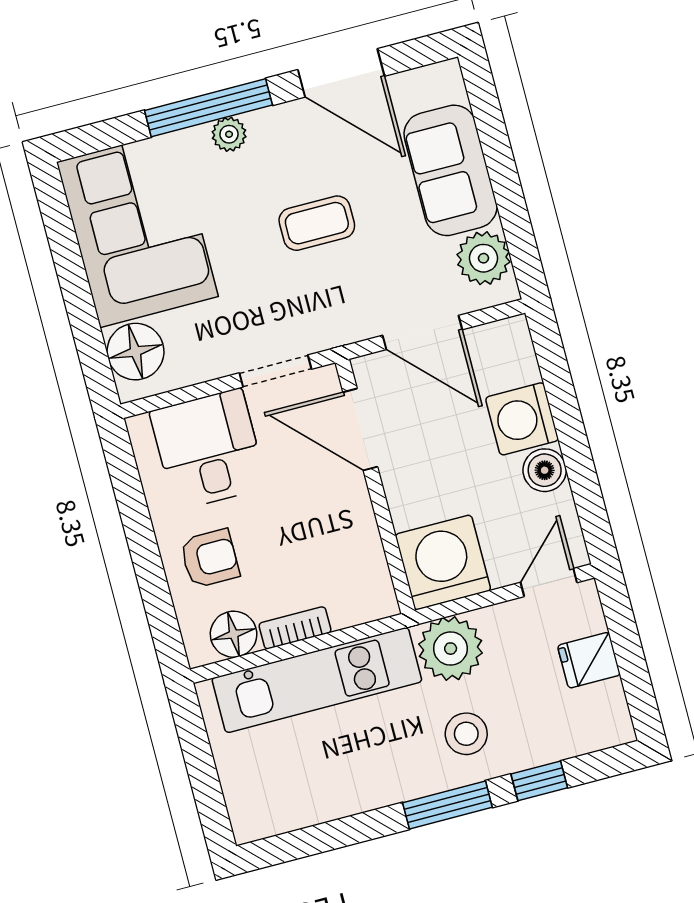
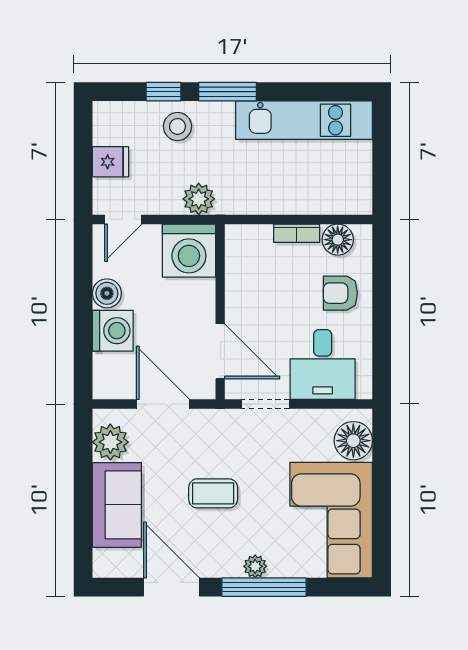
plant: (451, 649) -> (199, 199), width x0.73, depth x0.73
kitchen unit: (317, 680) -> (304, 120), moved, turned 180
stool: (466, 734) -> (177, 126), moved

